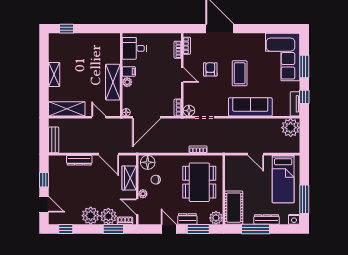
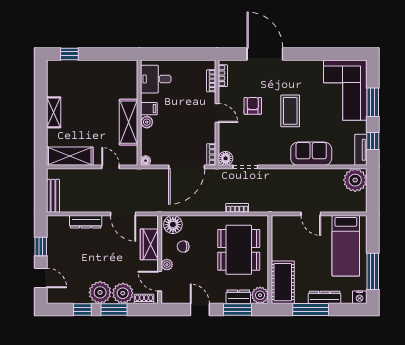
sofa: (250, 107) -> (311, 154), width x0.73
door: (146, 117) -> (187, 167), moved
dresser: (187, 219) -> (238, 297), moved
window: (66, 229) -> (82, 309), moved
window: (113, 229) -> (114, 309), moved

